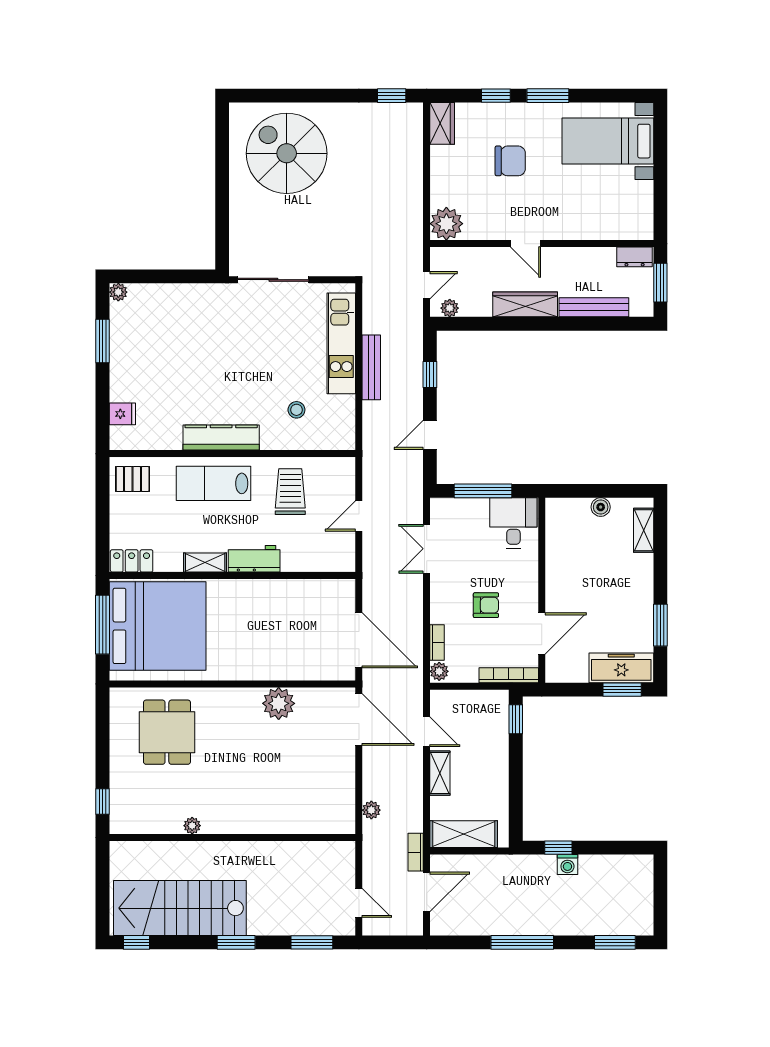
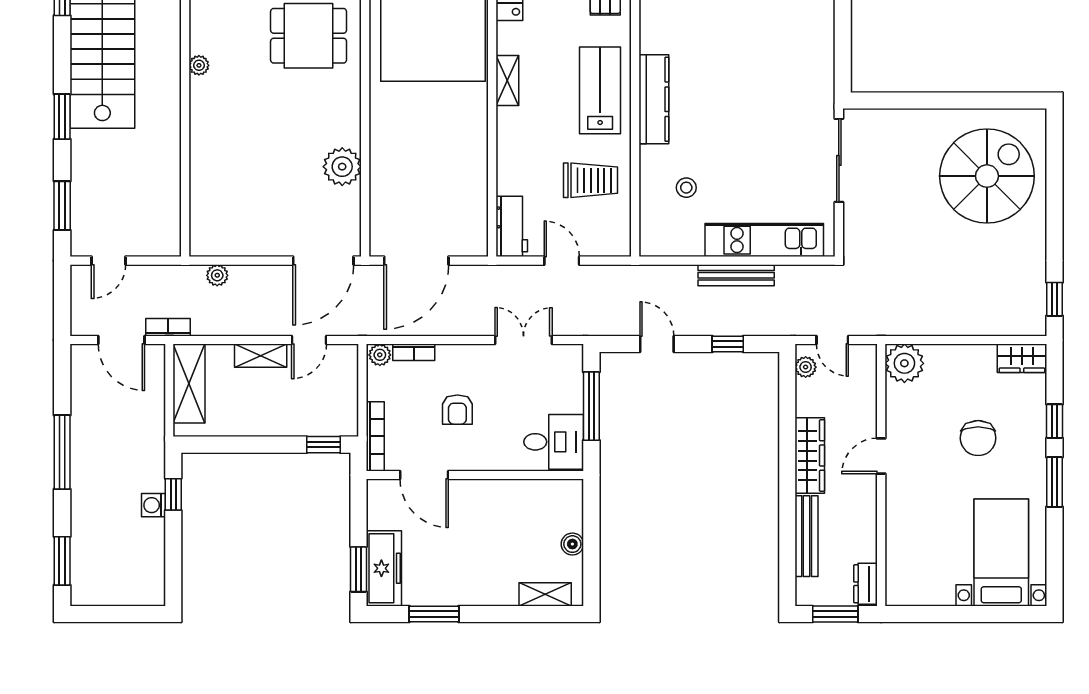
workbench: (254, 559) -> (512, 226), moved

